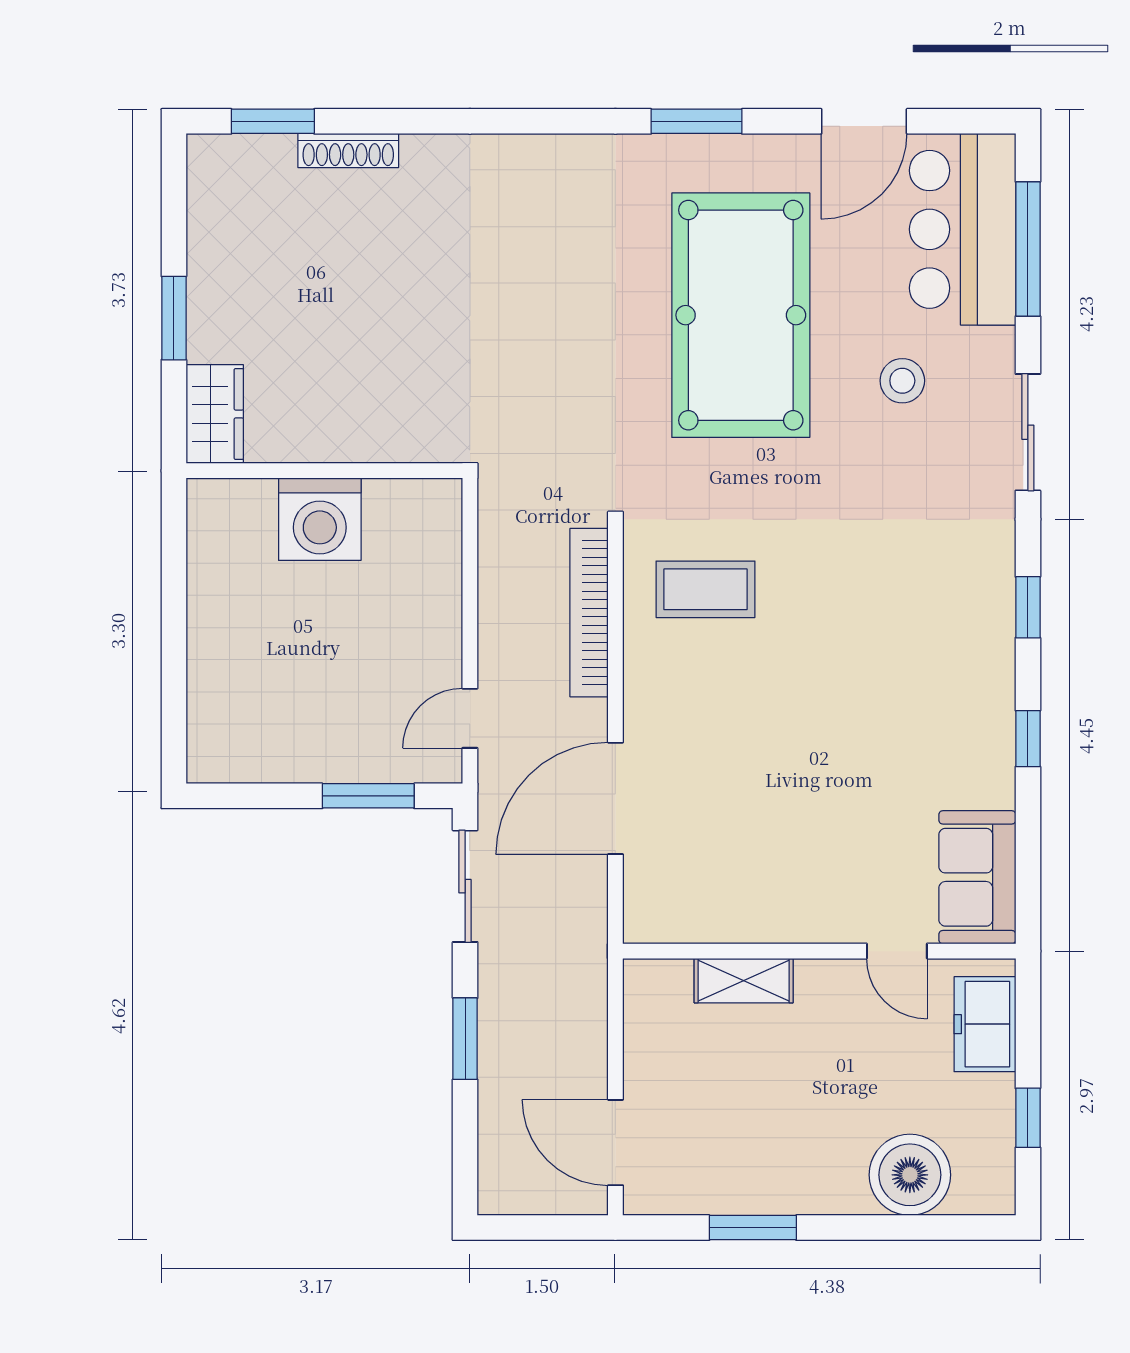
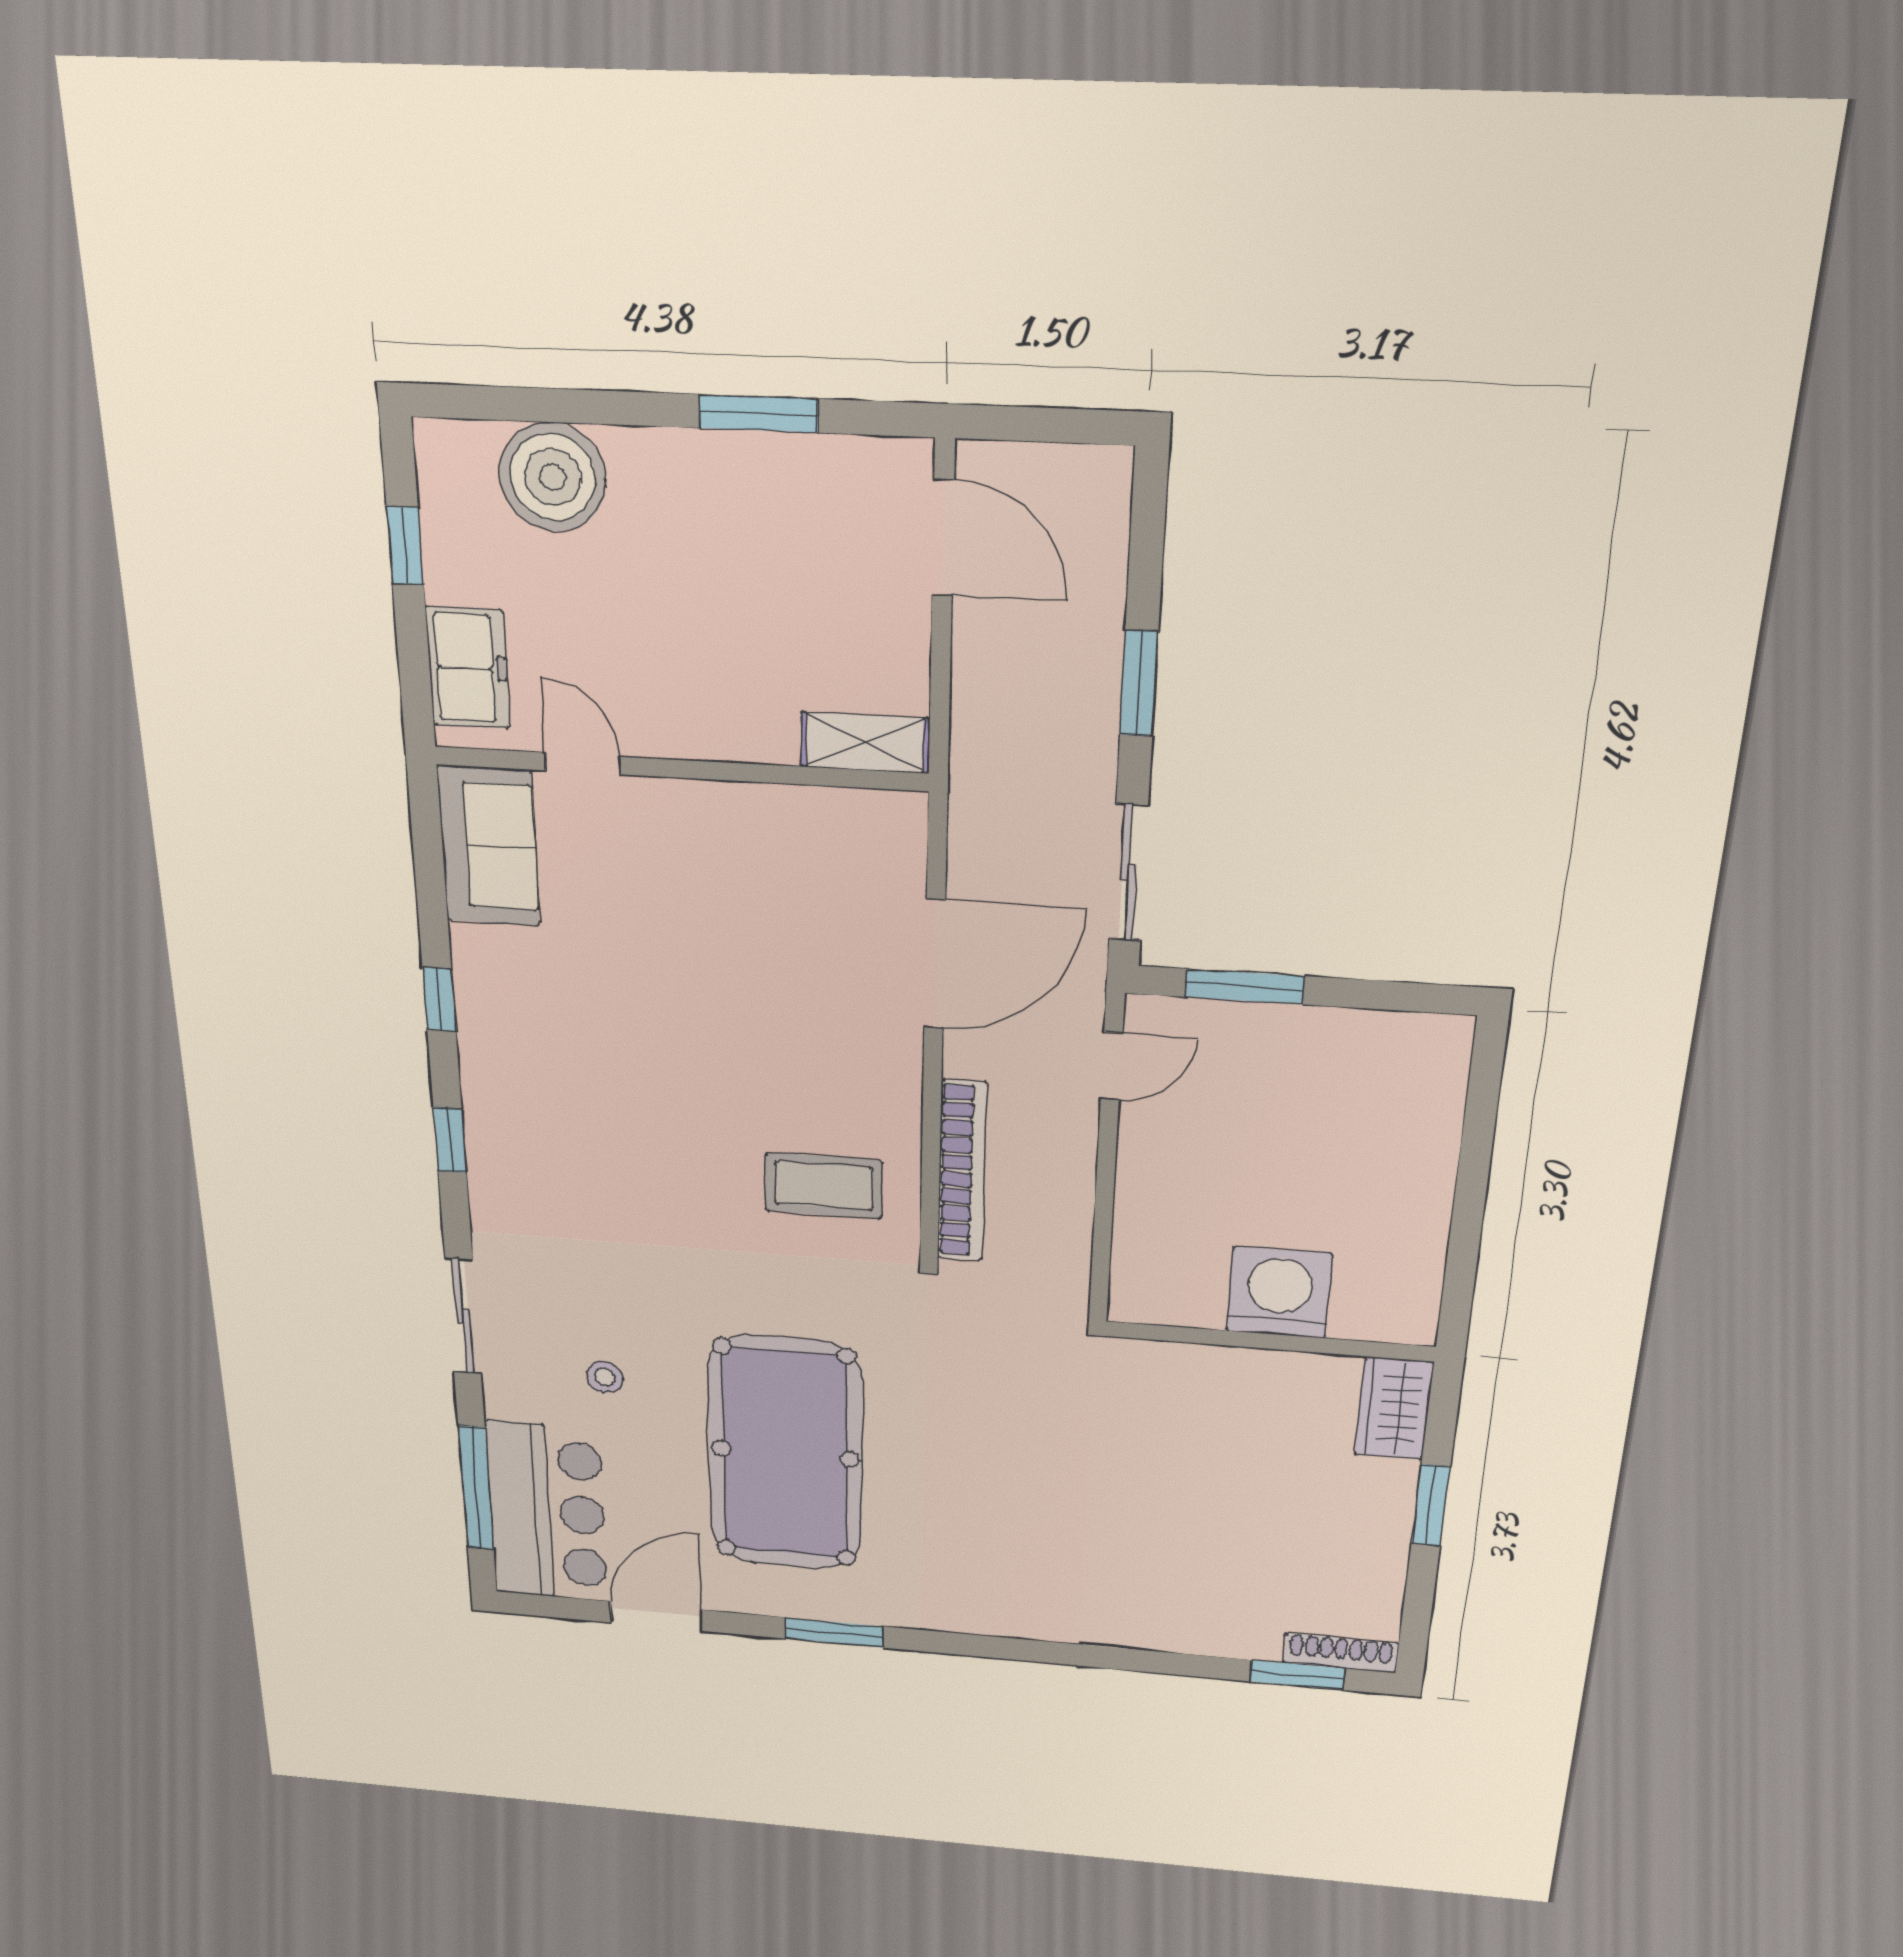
shoe rack: (348, 151) -> (1341, 1653), moved
stool: (902, 381) -> (605, 1377), width x0.73, depth x0.73
shelving: (744, 981) -> (865, 743), moved

